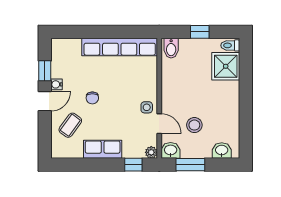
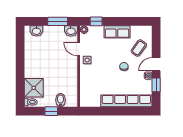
row of seats: (120, 47) -> (126, 101), moved
bidet: (171, 48) -> (61, 100), moved
stool: (194, 125) -> (55, 48), removed

